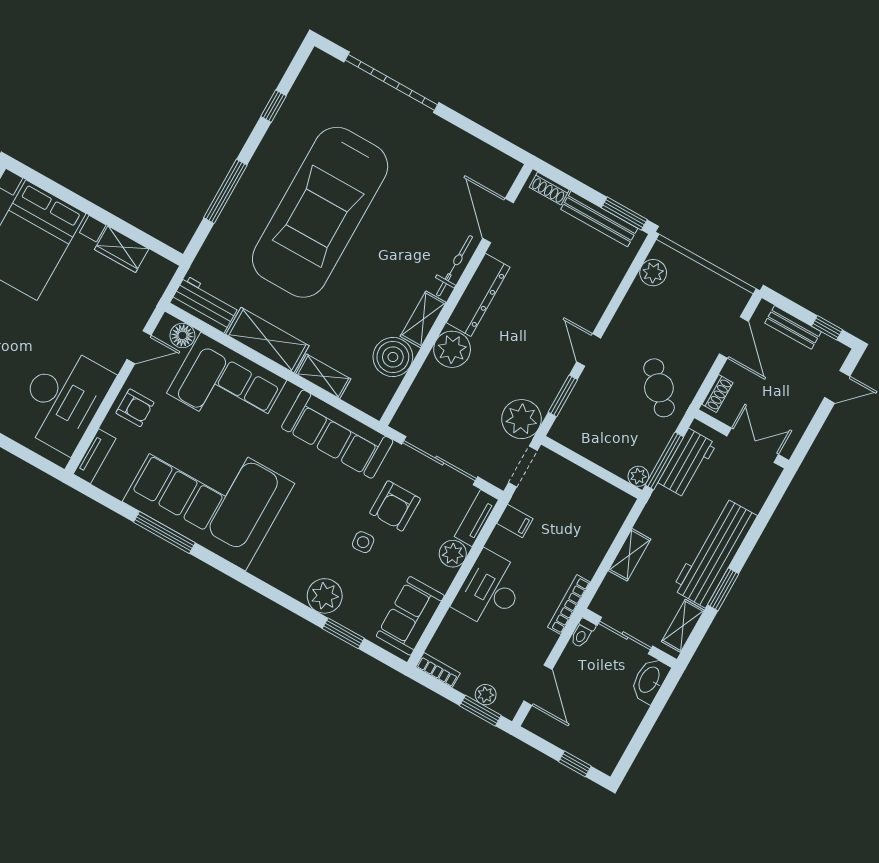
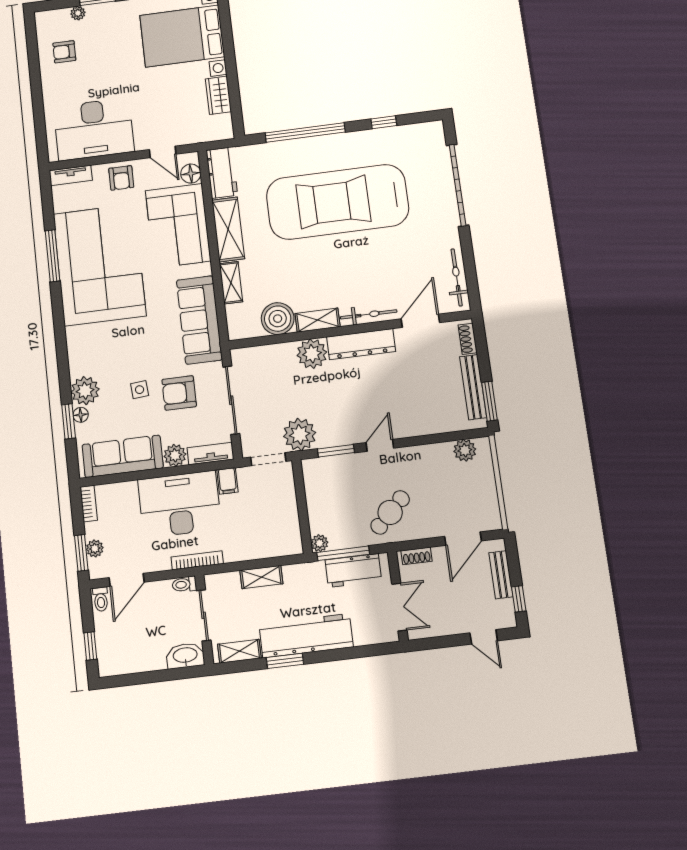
bicycle: (482, 153) -> (457, 277), added
window: (225, 191) -> (305, 132), width x1.46
desk: (490, 590) -> (180, 504), width x1.36, depth x1.30
sofa: (410, 616) -> (123, 456), width x1.36
floor lamp: (345, 617) -> (81, 415), added
toilet: (538, 723) -> (101, 599), added

